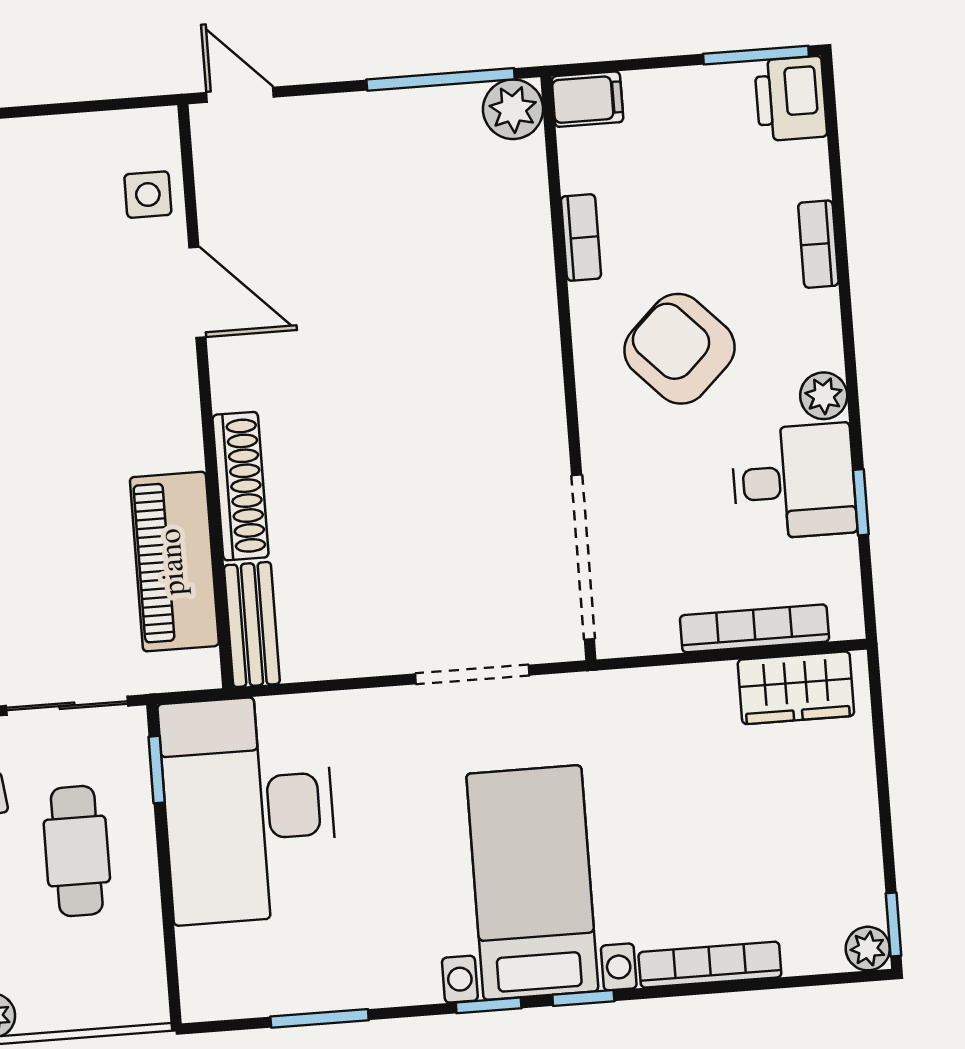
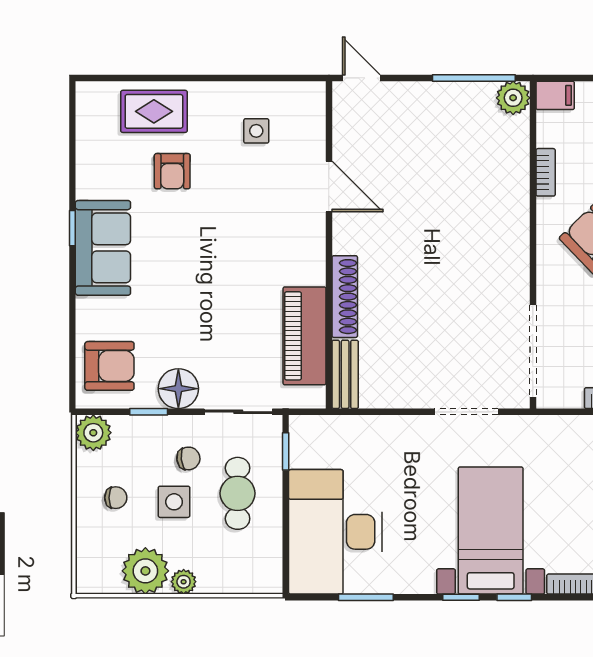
side table: (148, 195) -> (256, 131), moved
desk: (249, 809) -> (335, 532), moved

